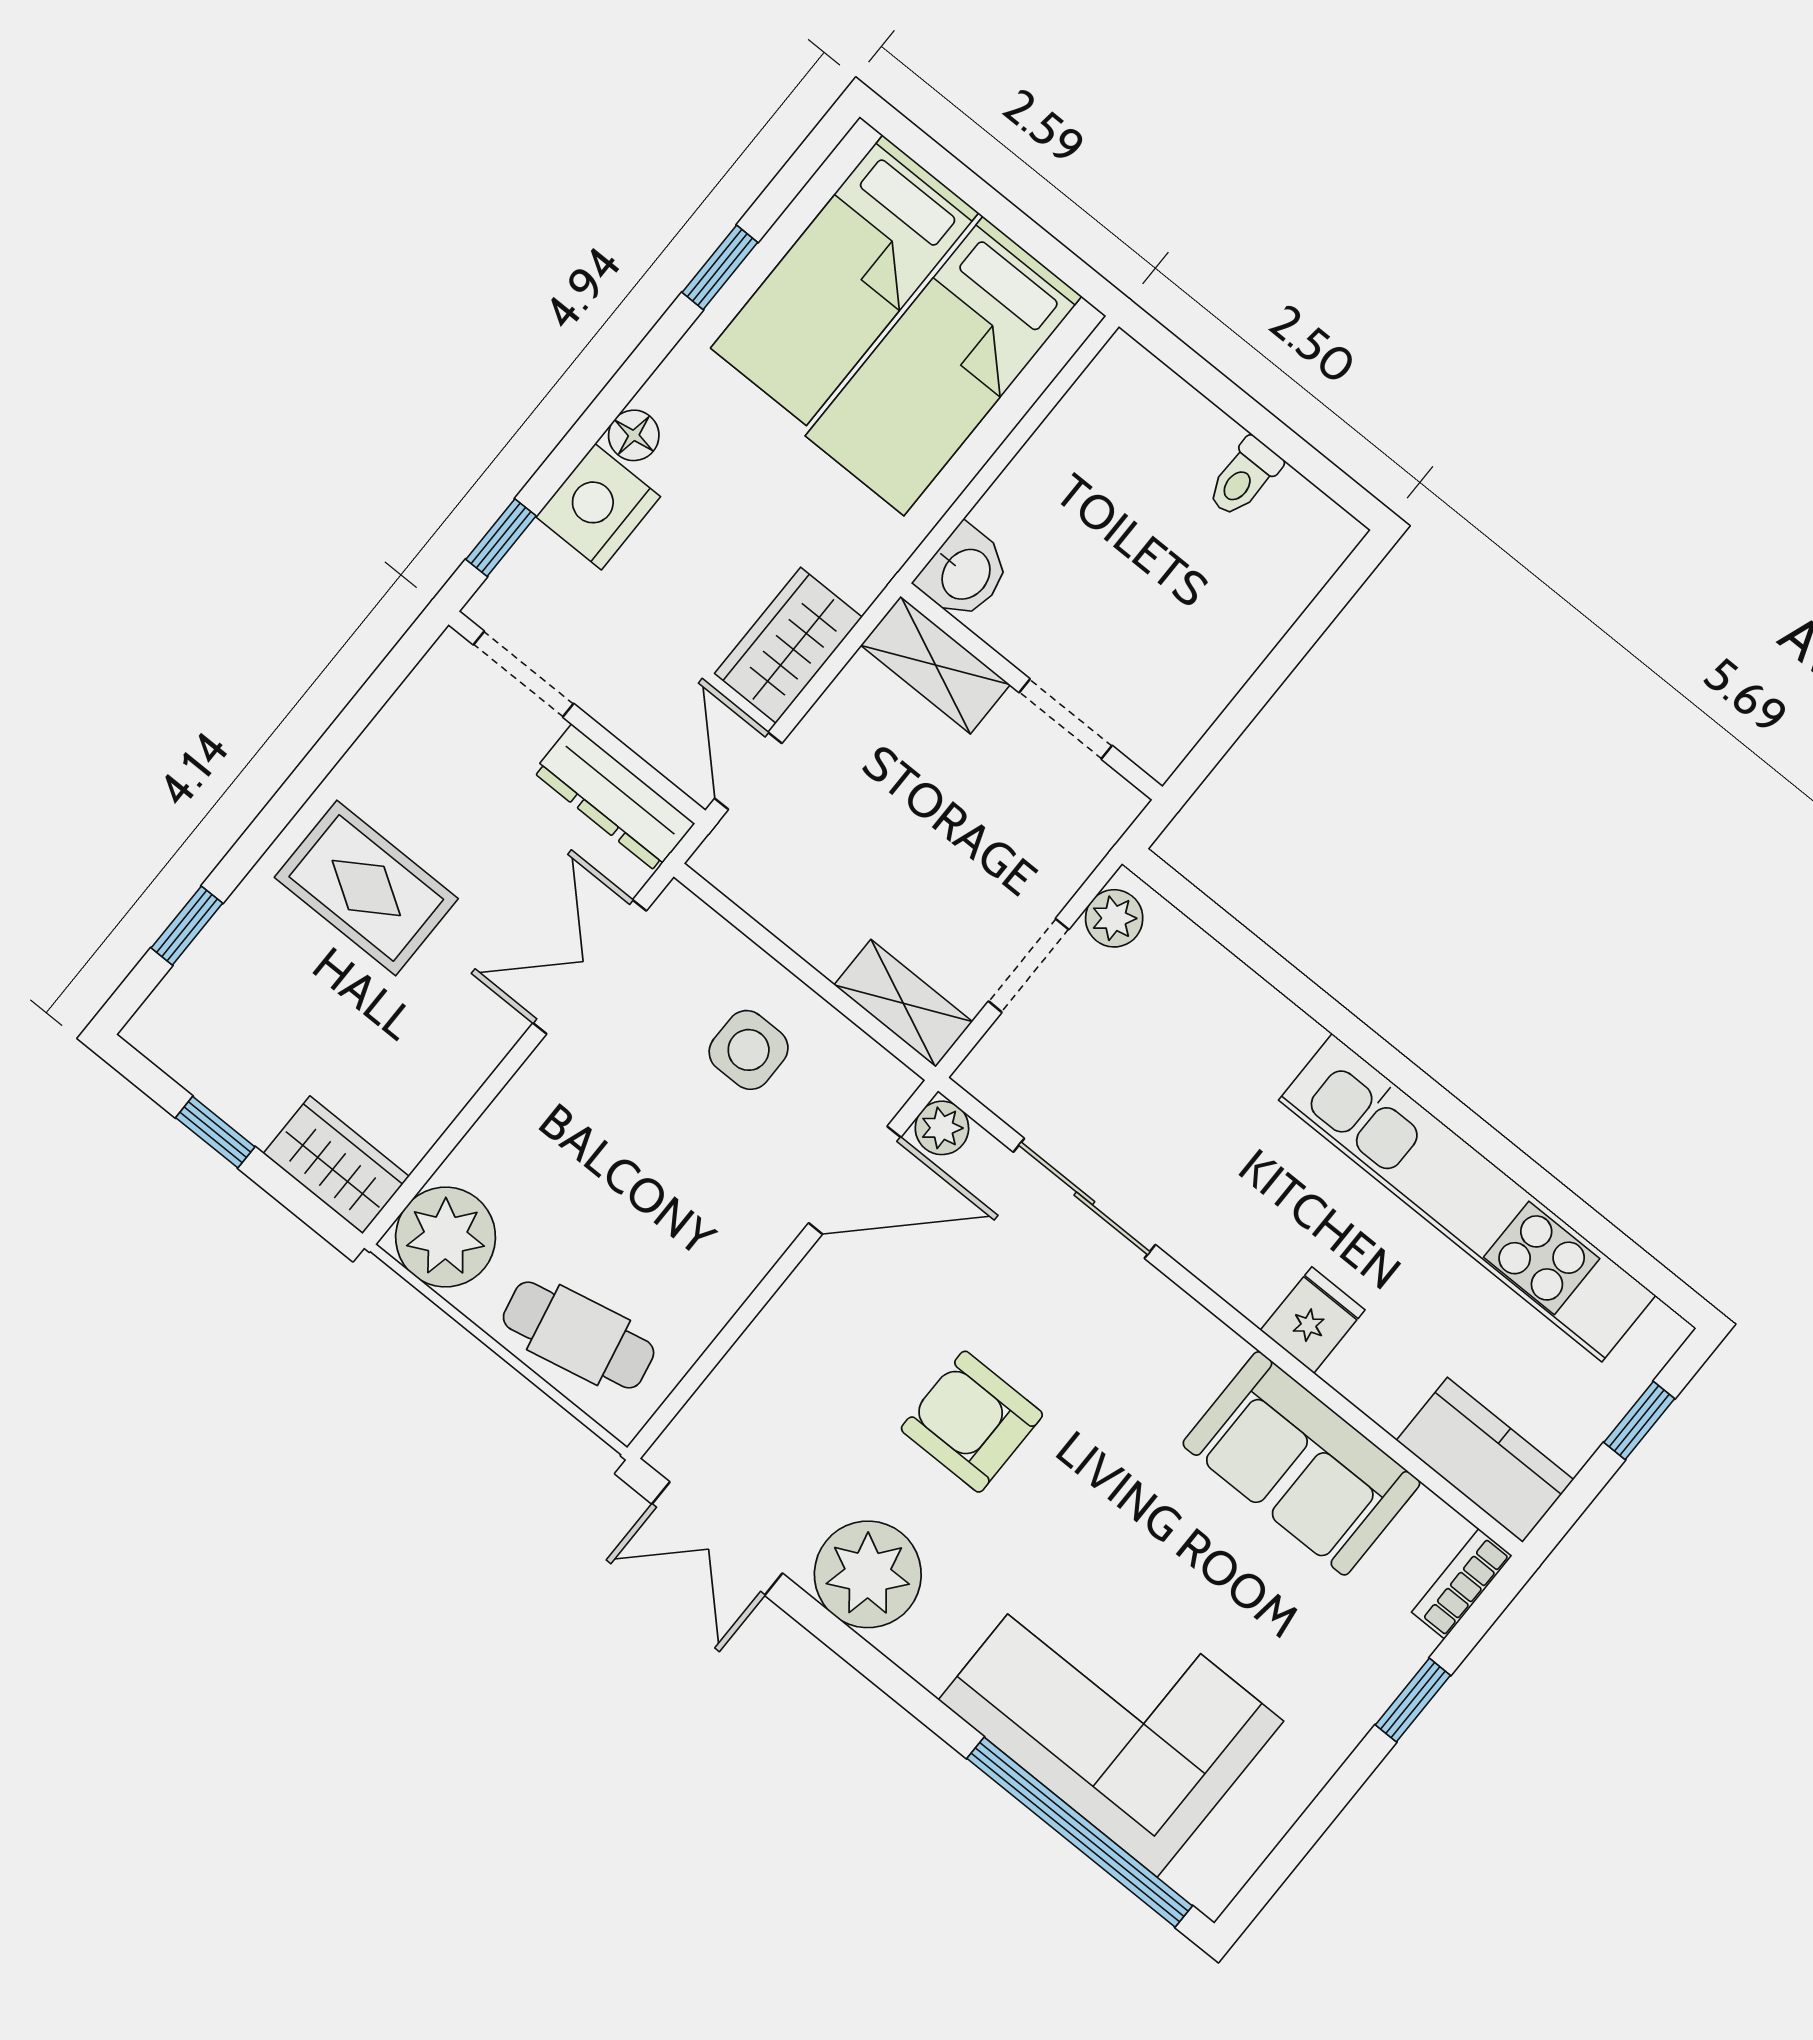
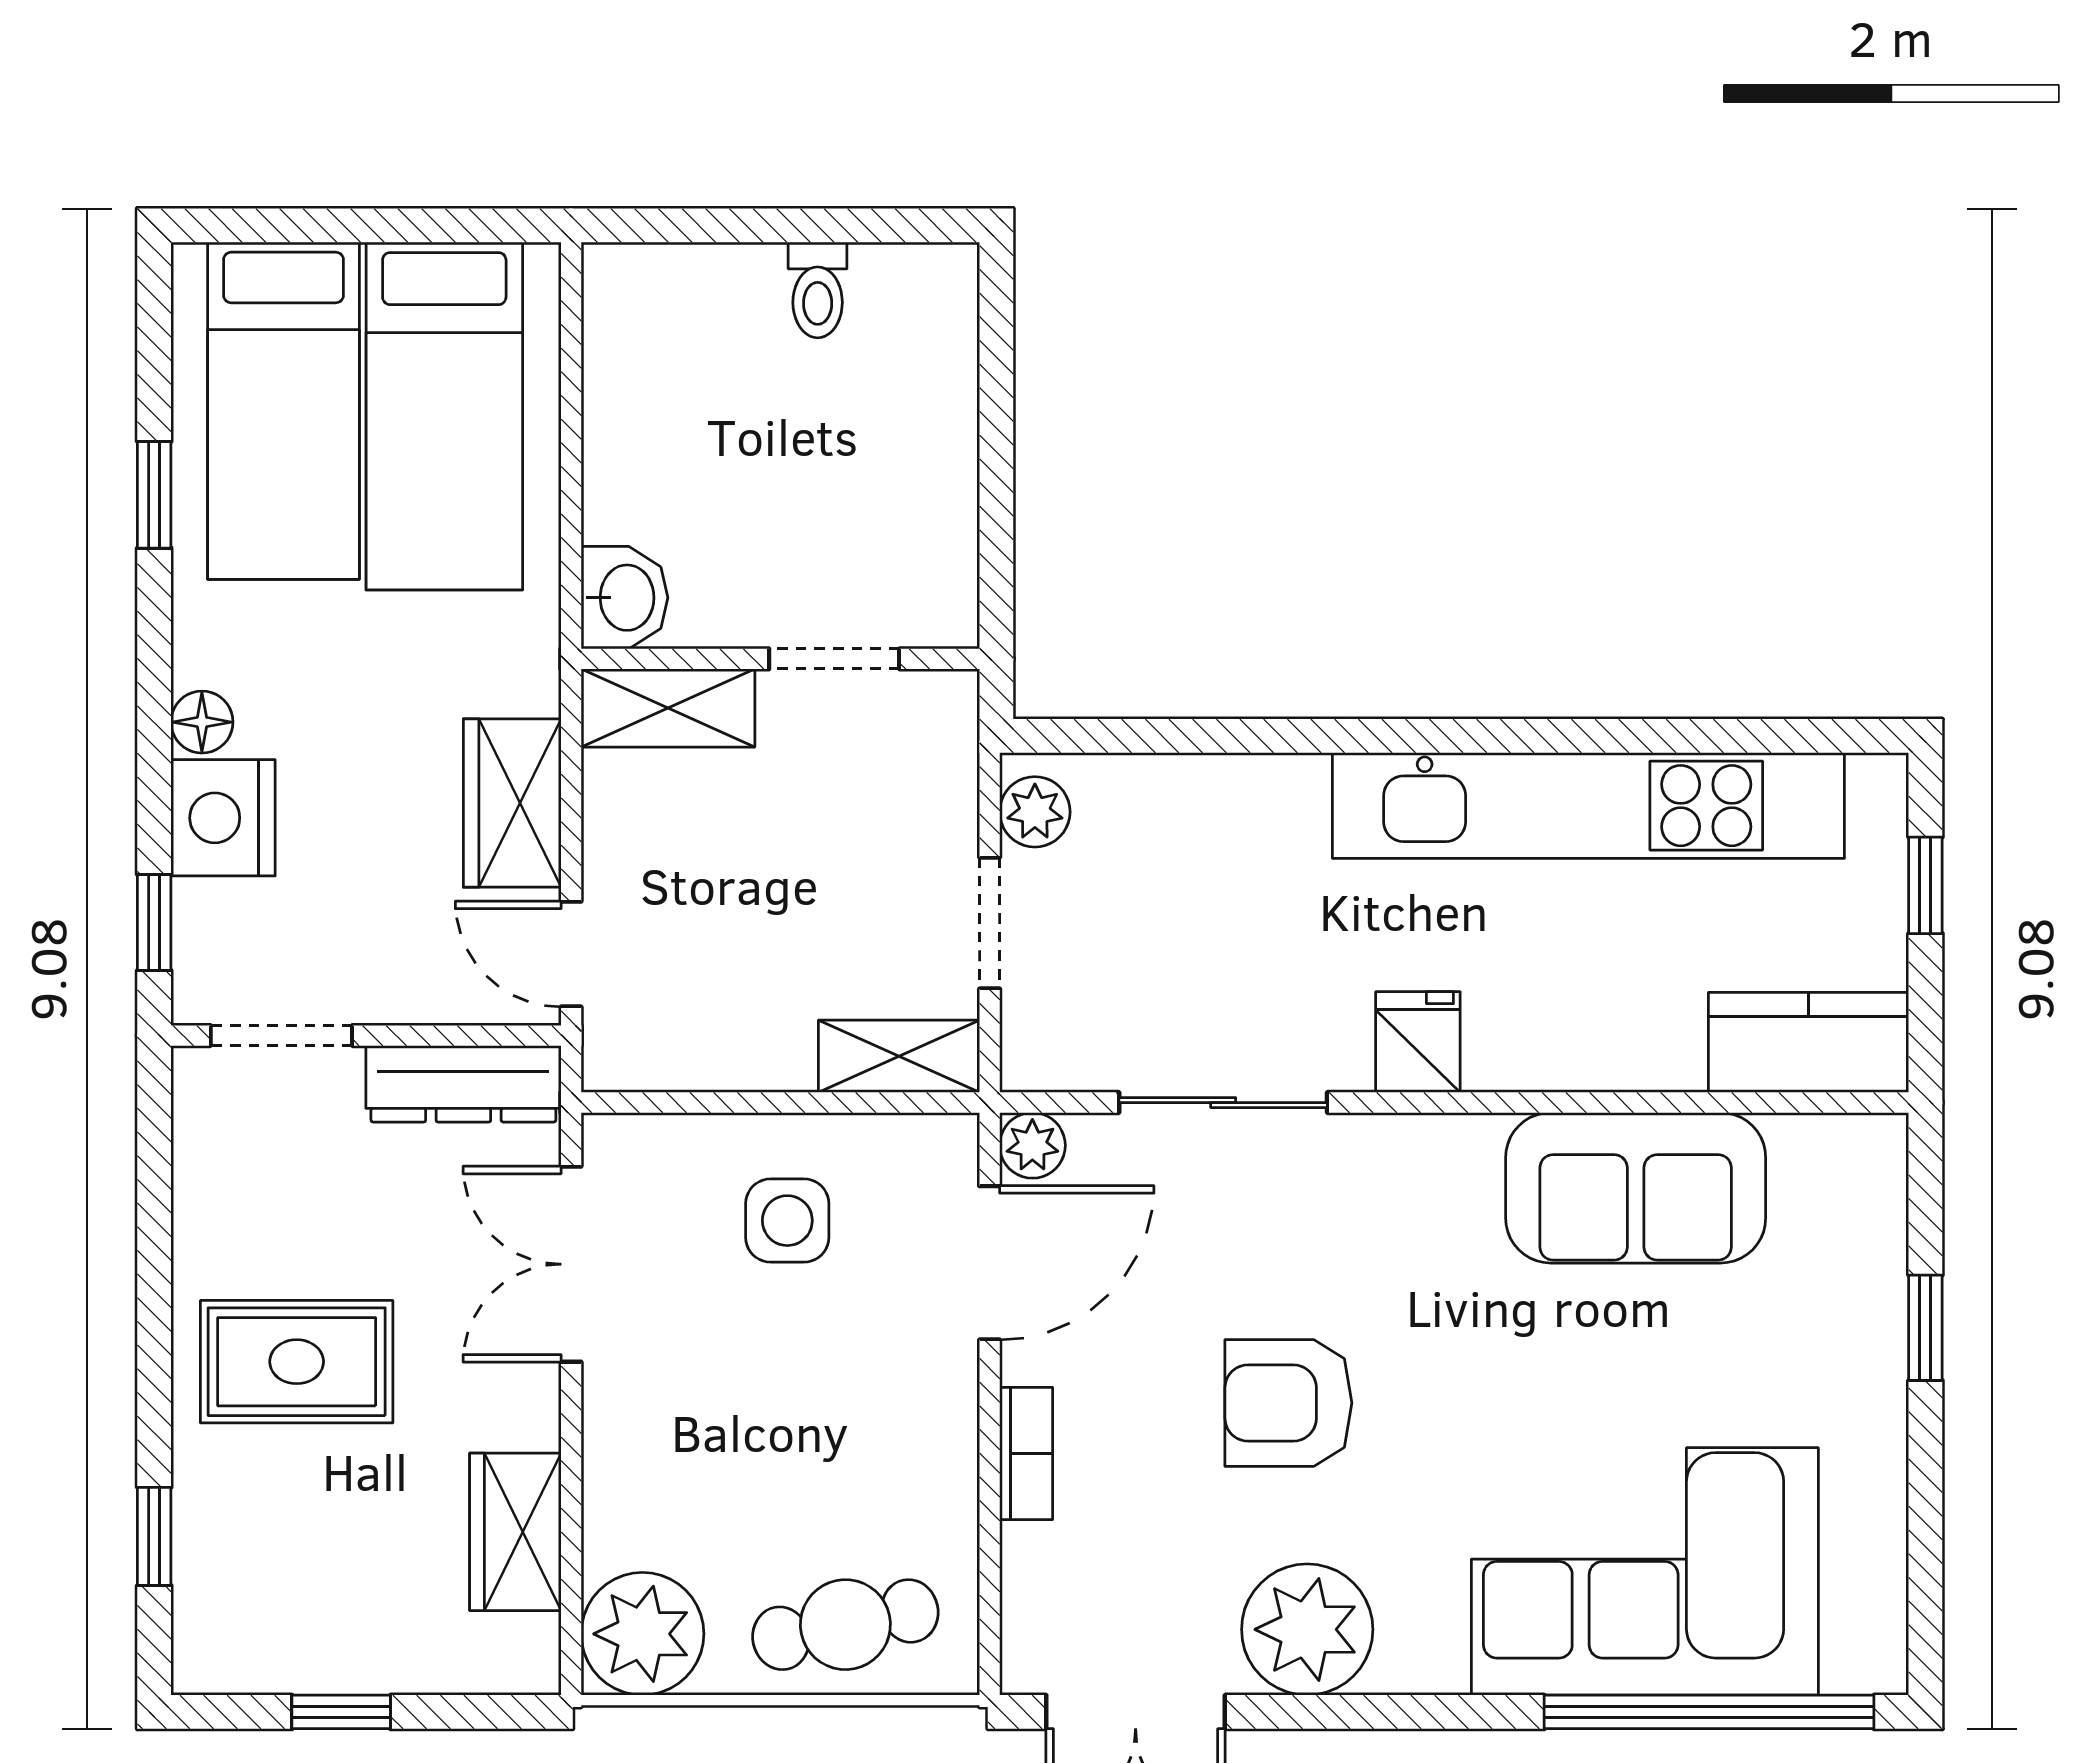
wardrobe: (336, 1165) -> (515, 1532), moved, turned -90
fridge: (1313, 1320) -> (1418, 1042), moved
bookcase: (1462, 1584) -> (1026, 1453), moved, turned 180

